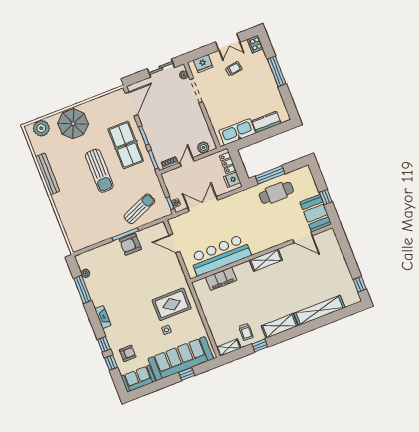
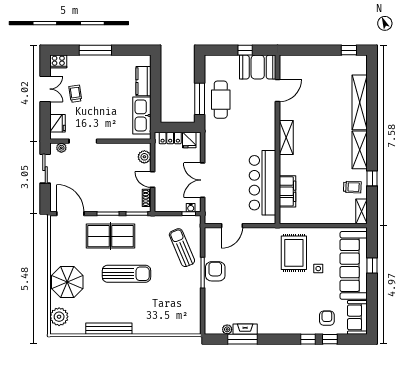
armchair: (130, 244) -> (215, 271), turned 180
fireplace: (103, 317) -> (245, 329), moved

